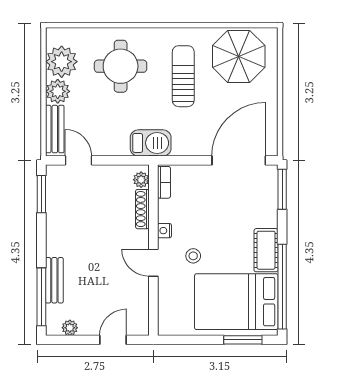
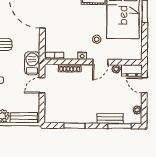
door: (78, 160) -> (42, 85), moved
plant: (141, 180) -> (116, 69), moved
window: (41, 194) -> (74, 126), moved
window: (41, 297) -> (119, 126), width x0.69
dresser: (139, 318) -> (132, 70), added

